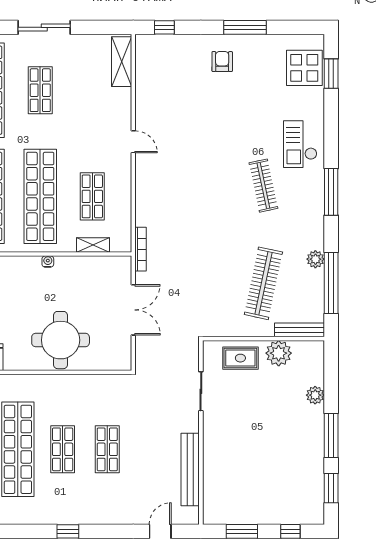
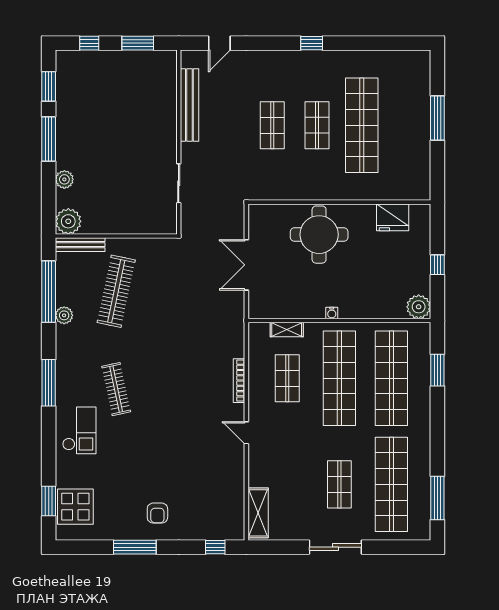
bookcase: (141, 249) -> (239, 381), moved
plant: (279, 353) -> (68, 221), moved
rug: (240, 358) -> (139, 217), removed

